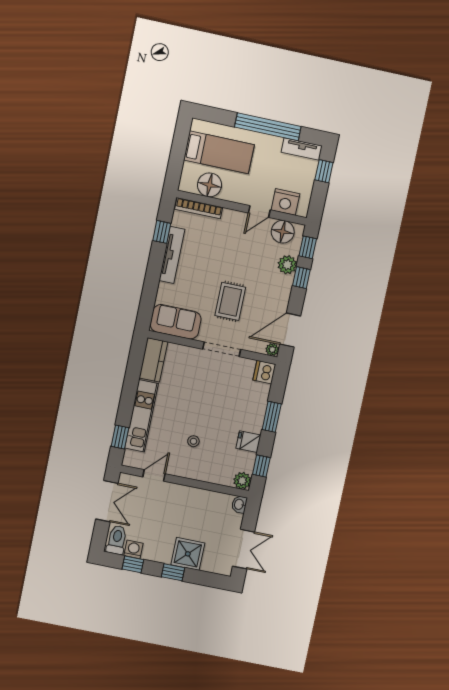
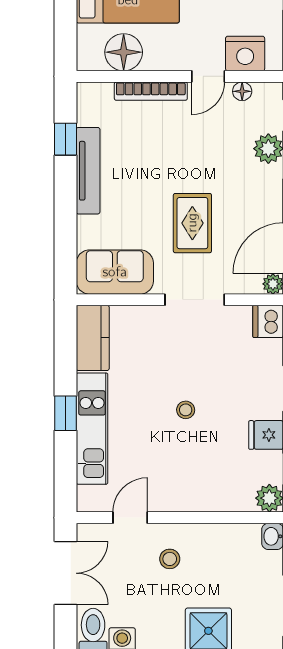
bookcase: (199, 208) -> (151, 91), moved
floor lamp: (283, 232) -> (242, 91), width x0.53, depth x0.53
window: (120, 437) -> (65, 413), moved
stool: (193, 441) -> (186, 410), moved
stool: (173, 505) -> (170, 559), added

